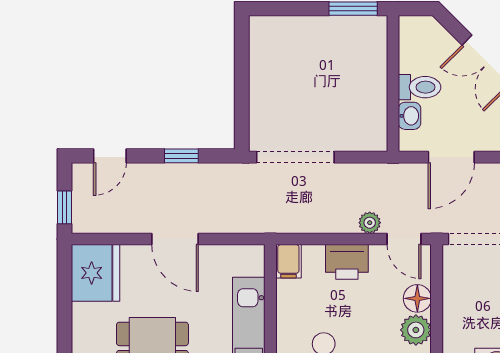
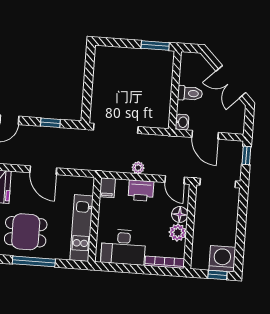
washbasin: (410, 116) -> (182, 122), moved
door: (451, 157) -> (205, 135), hinge flipped
plant: (370, 223) -> (138, 168), moved

